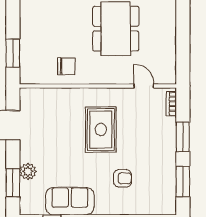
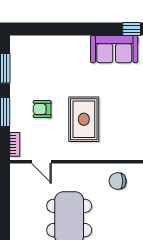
armchair: (123, 178) -> (42, 109), moved

